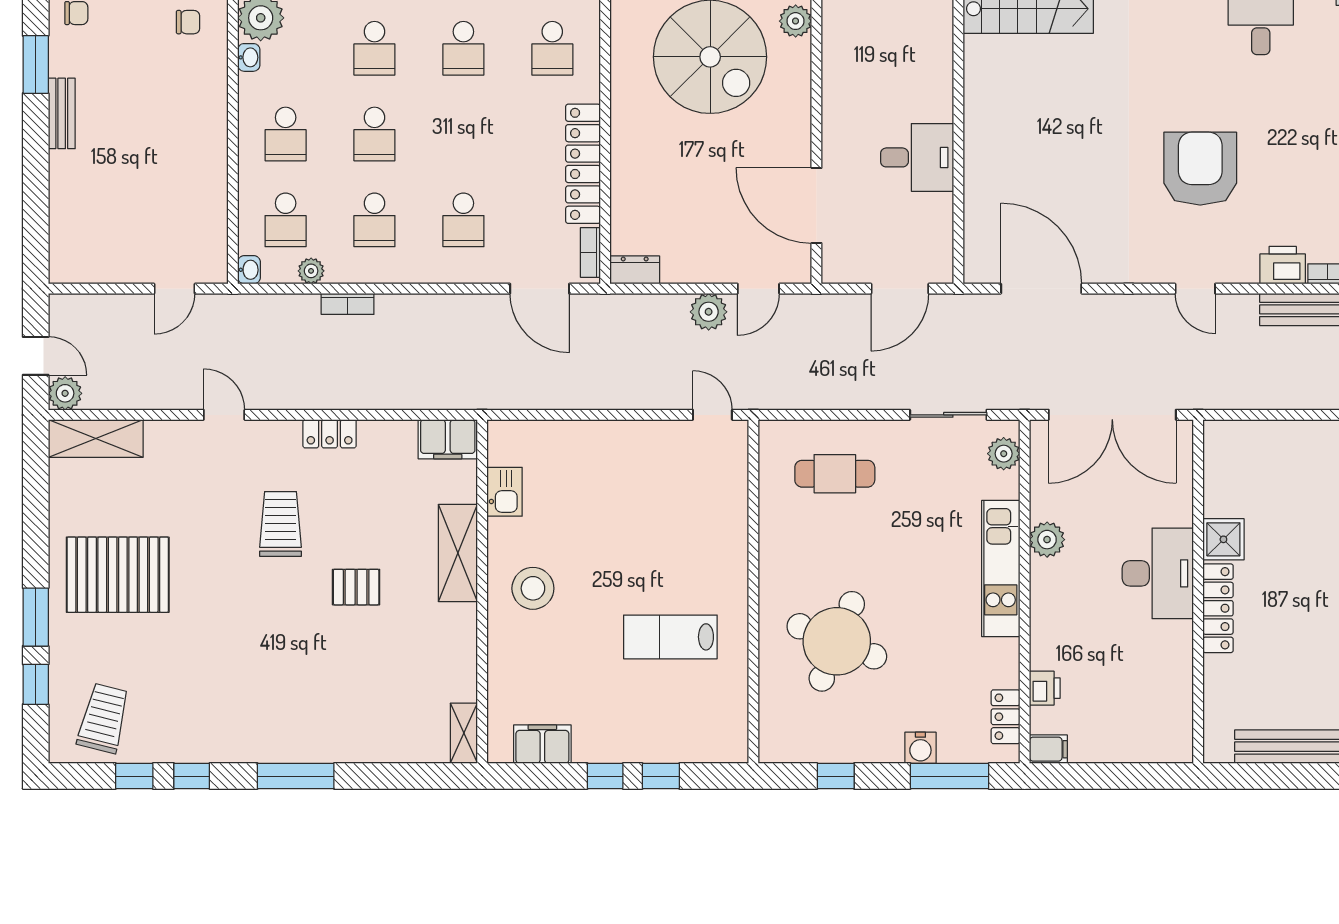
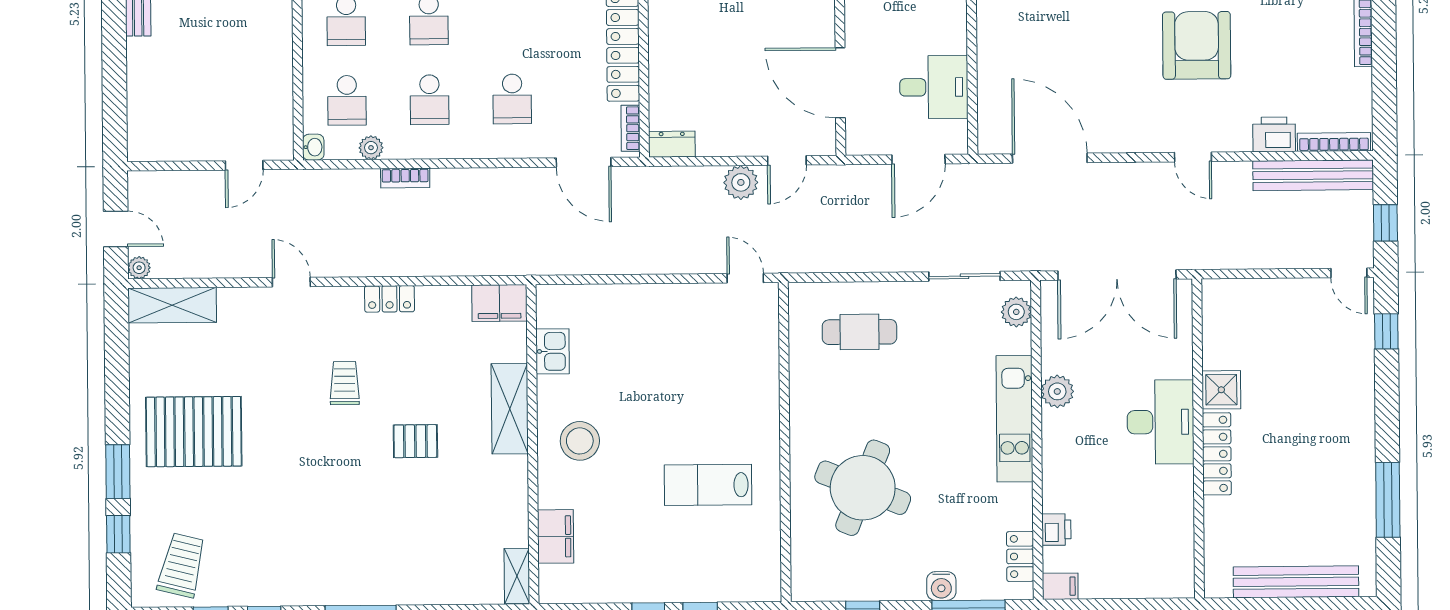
desk: (917, 157) -> (934, 87), moved
plant: (65, 393) -> (139, 268), width x0.73, depth x0.73
trolley: (280, 524) -> (345, 383), width x0.73, depth x0.72
filing cabinet: (542, 744) -> (556, 536), moved, turned 90

